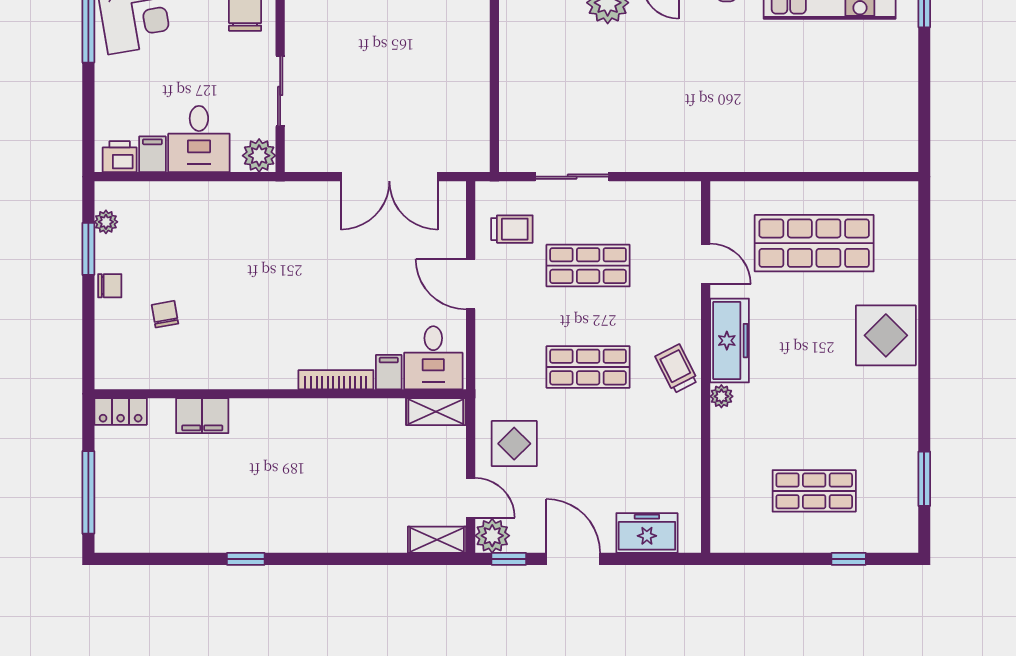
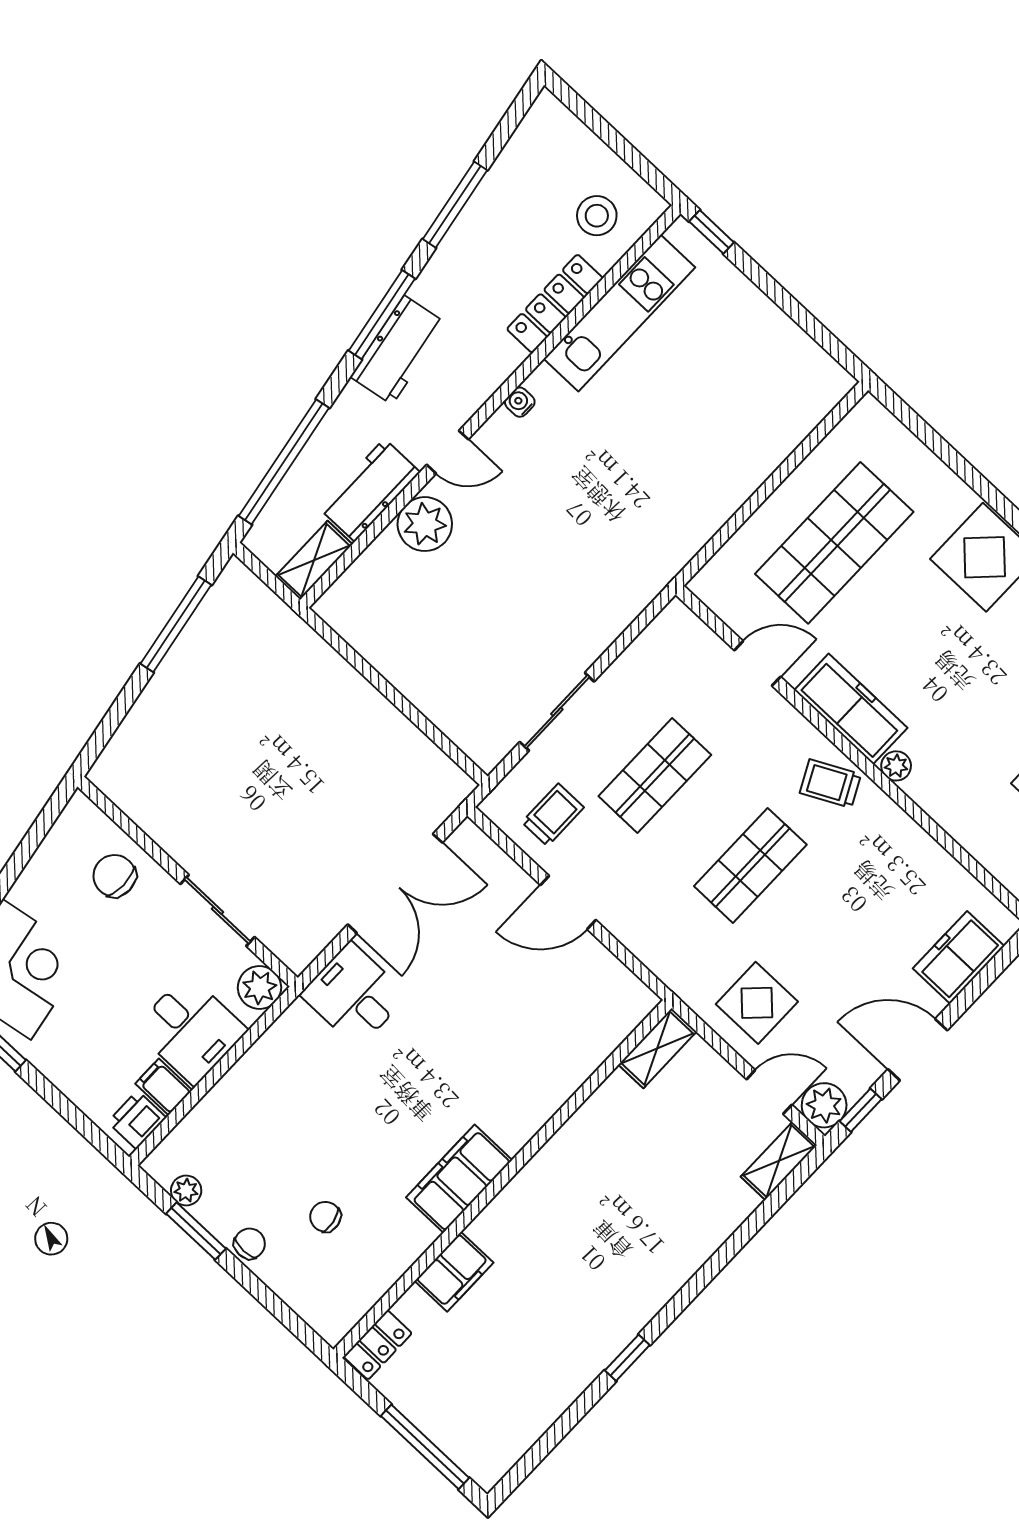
desk: (433, 358) -> (354, 995), moved, turned 180
filing cabinet: (389, 372) -> (459, 1179), moved, width x3.00, depth x1.17
bookcase: (336, 380) -> (539, 1114), removed

